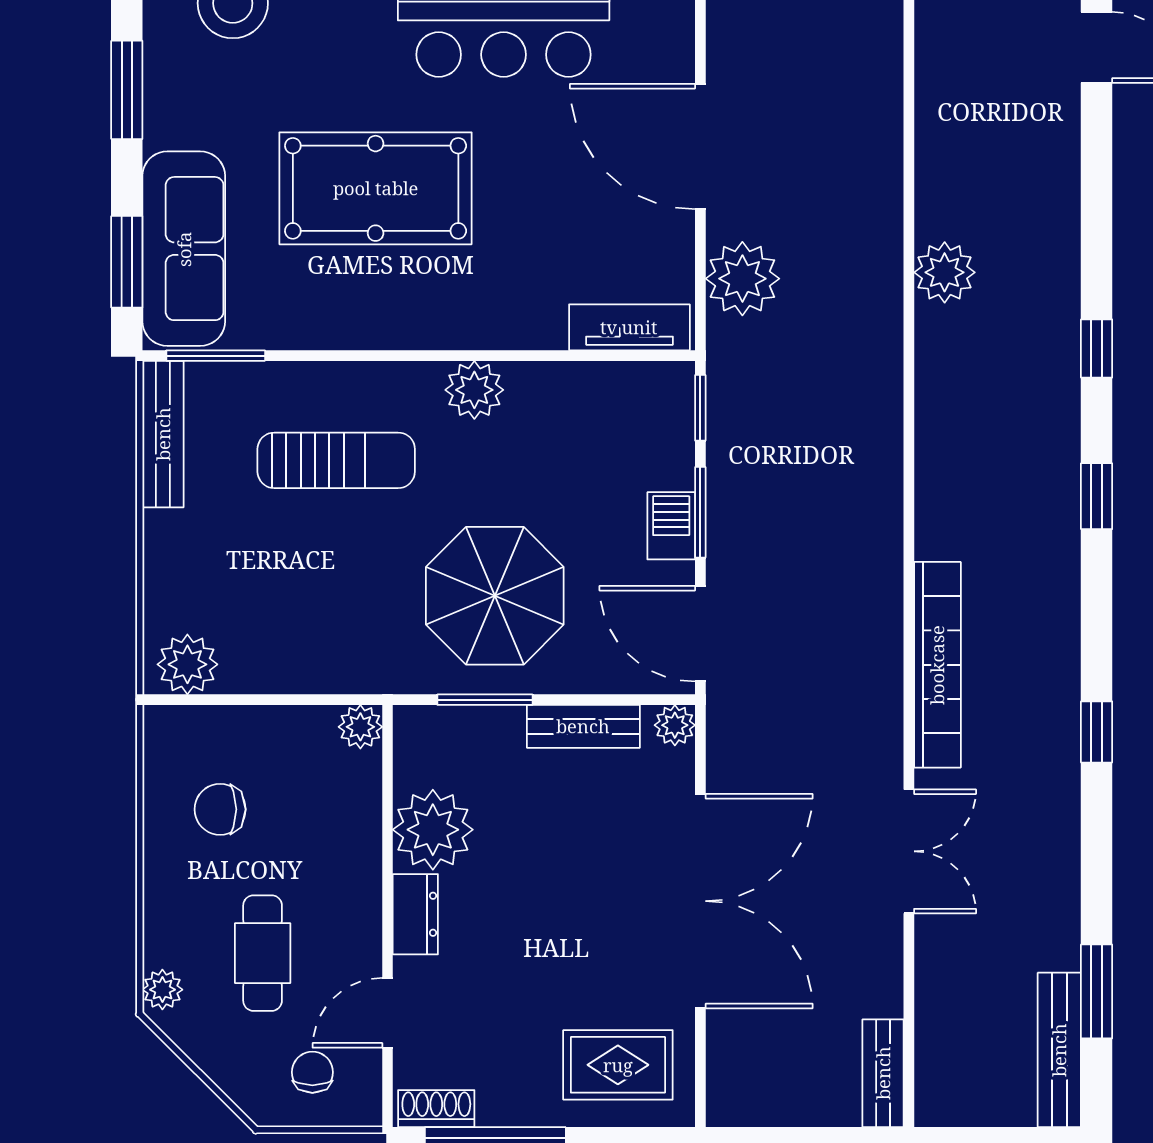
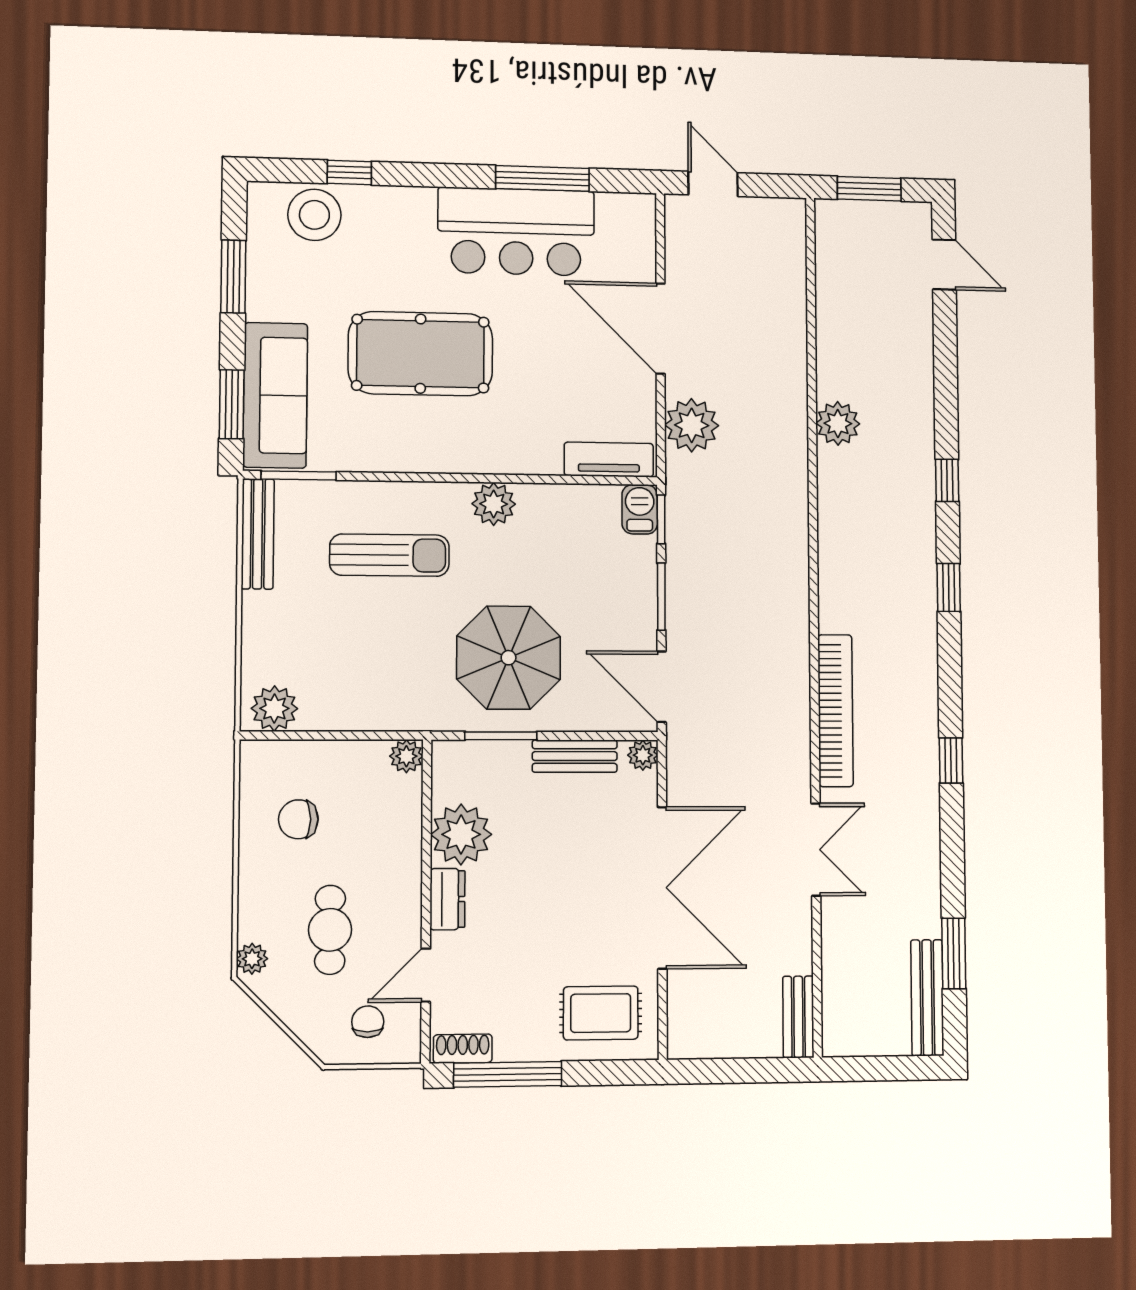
barbecue: (671, 526) -> (640, 509), moved

